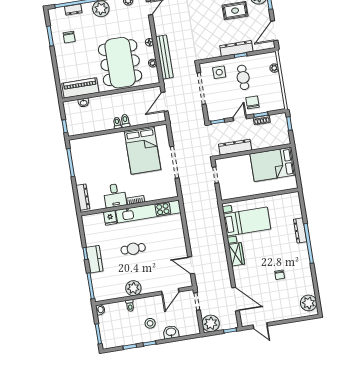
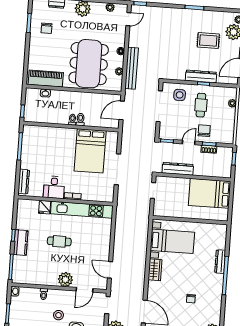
plant: (133, 288) -> (65, 280), moved

